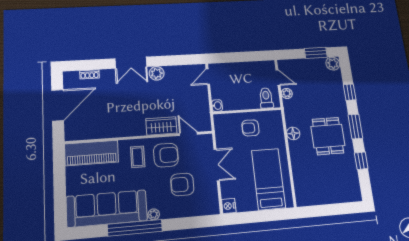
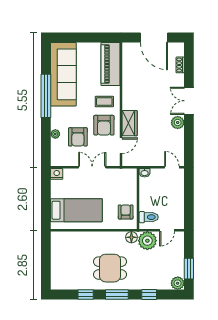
plant: (287, 93) -> (147, 241), width x1.88, depth x1.88
armchair: (250, 128) -> (126, 212), moved
floor lamp: (293, 133) -> (131, 237), moved
double door: (217, 165) -> (92, 167), swing flipped
armchair: (182, 184) -> (78, 137), turned 180
plant: (154, 214) -> (55, 134), moved

